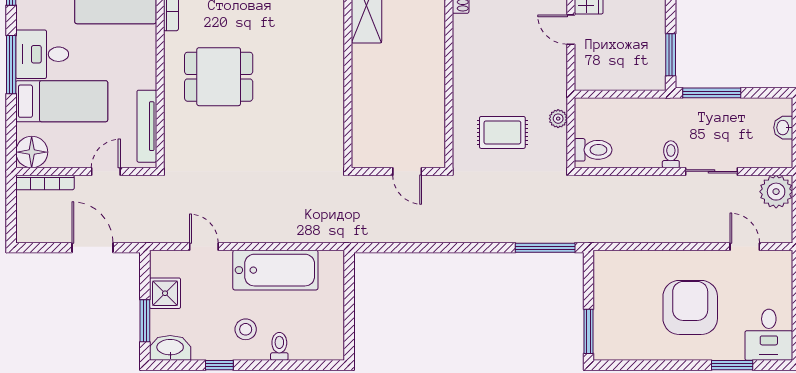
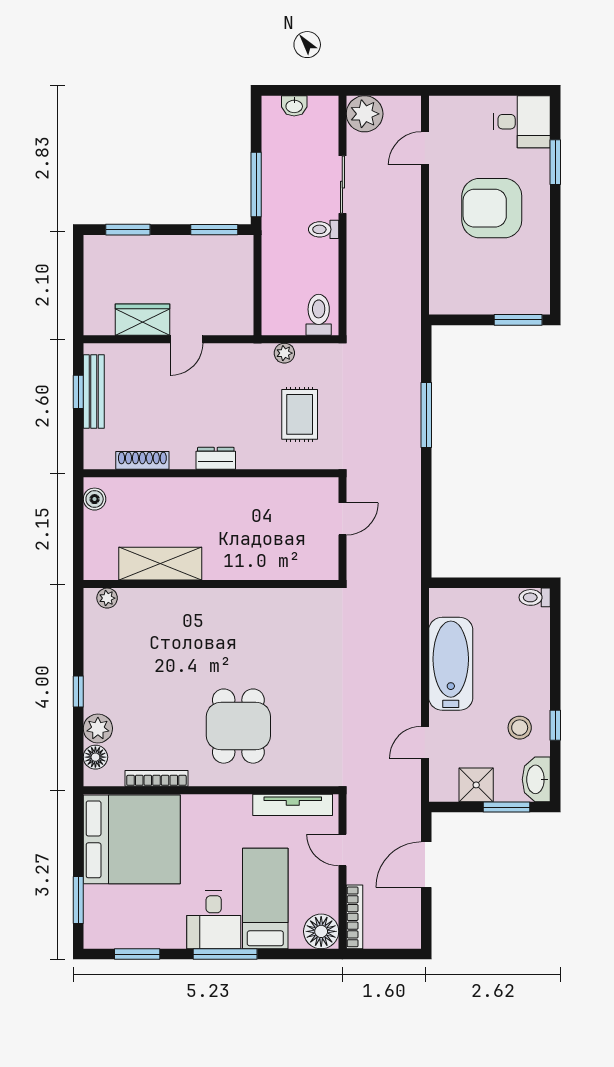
dresser: (462, 56) -> (216, 458), added
window: (545, 248) -> (426, 415), moved
stool: (246, 329) -> (520, 728), moved
toilet: (279, 346) -> (535, 597), moved

